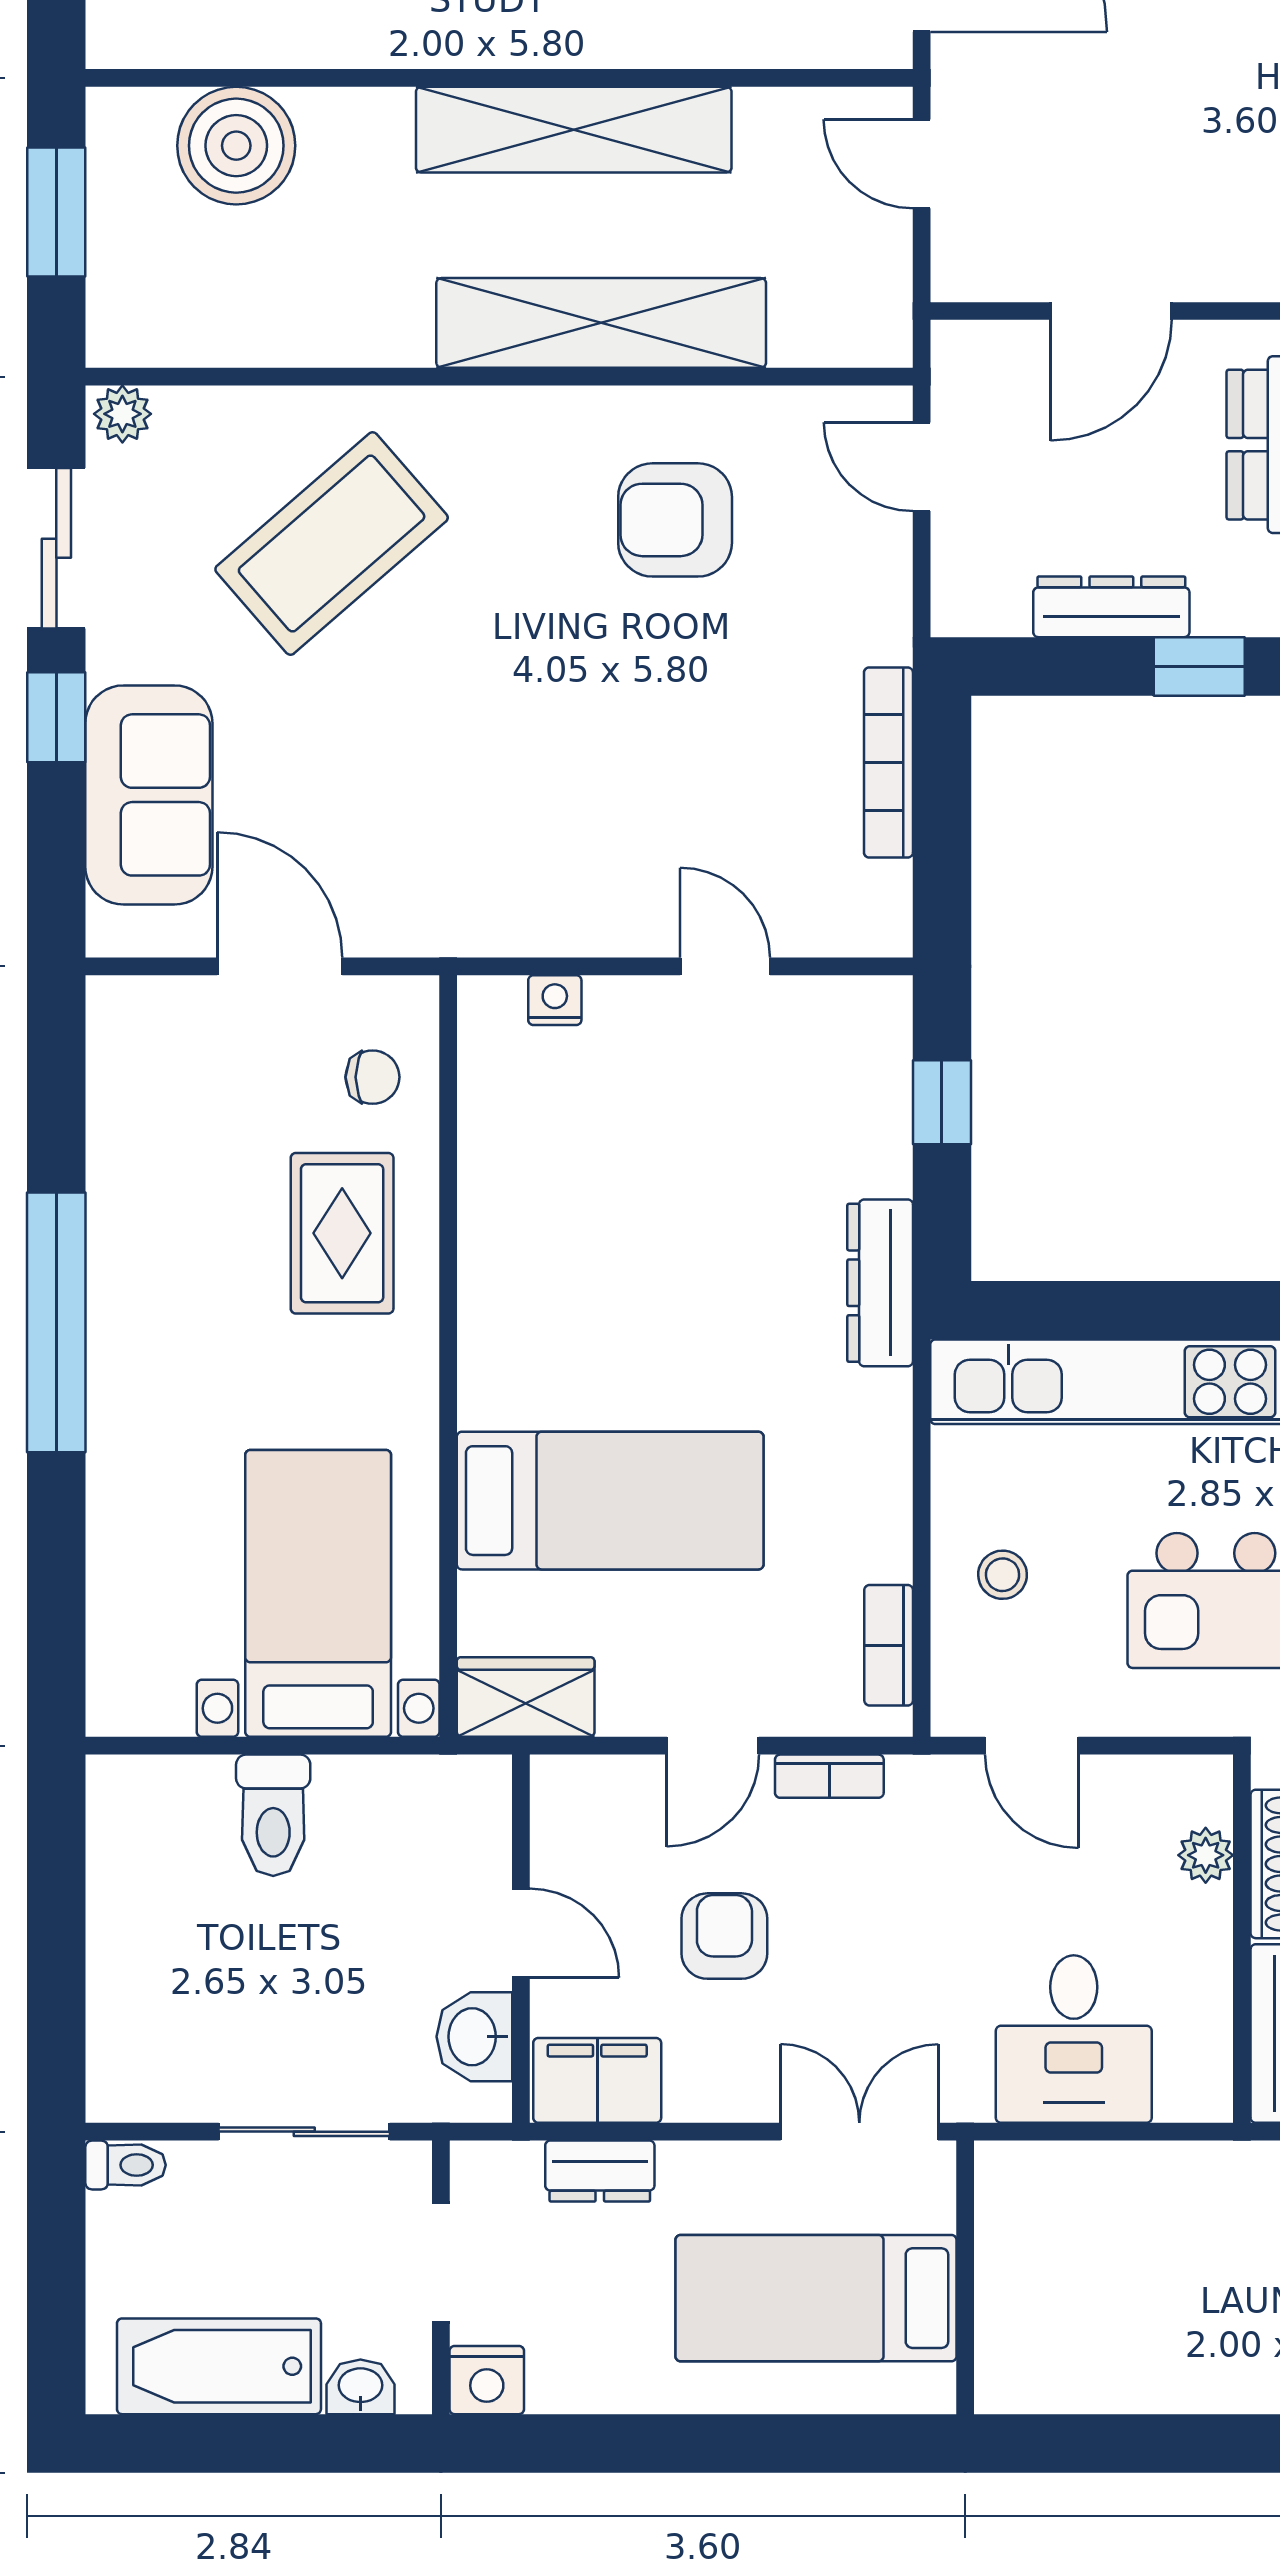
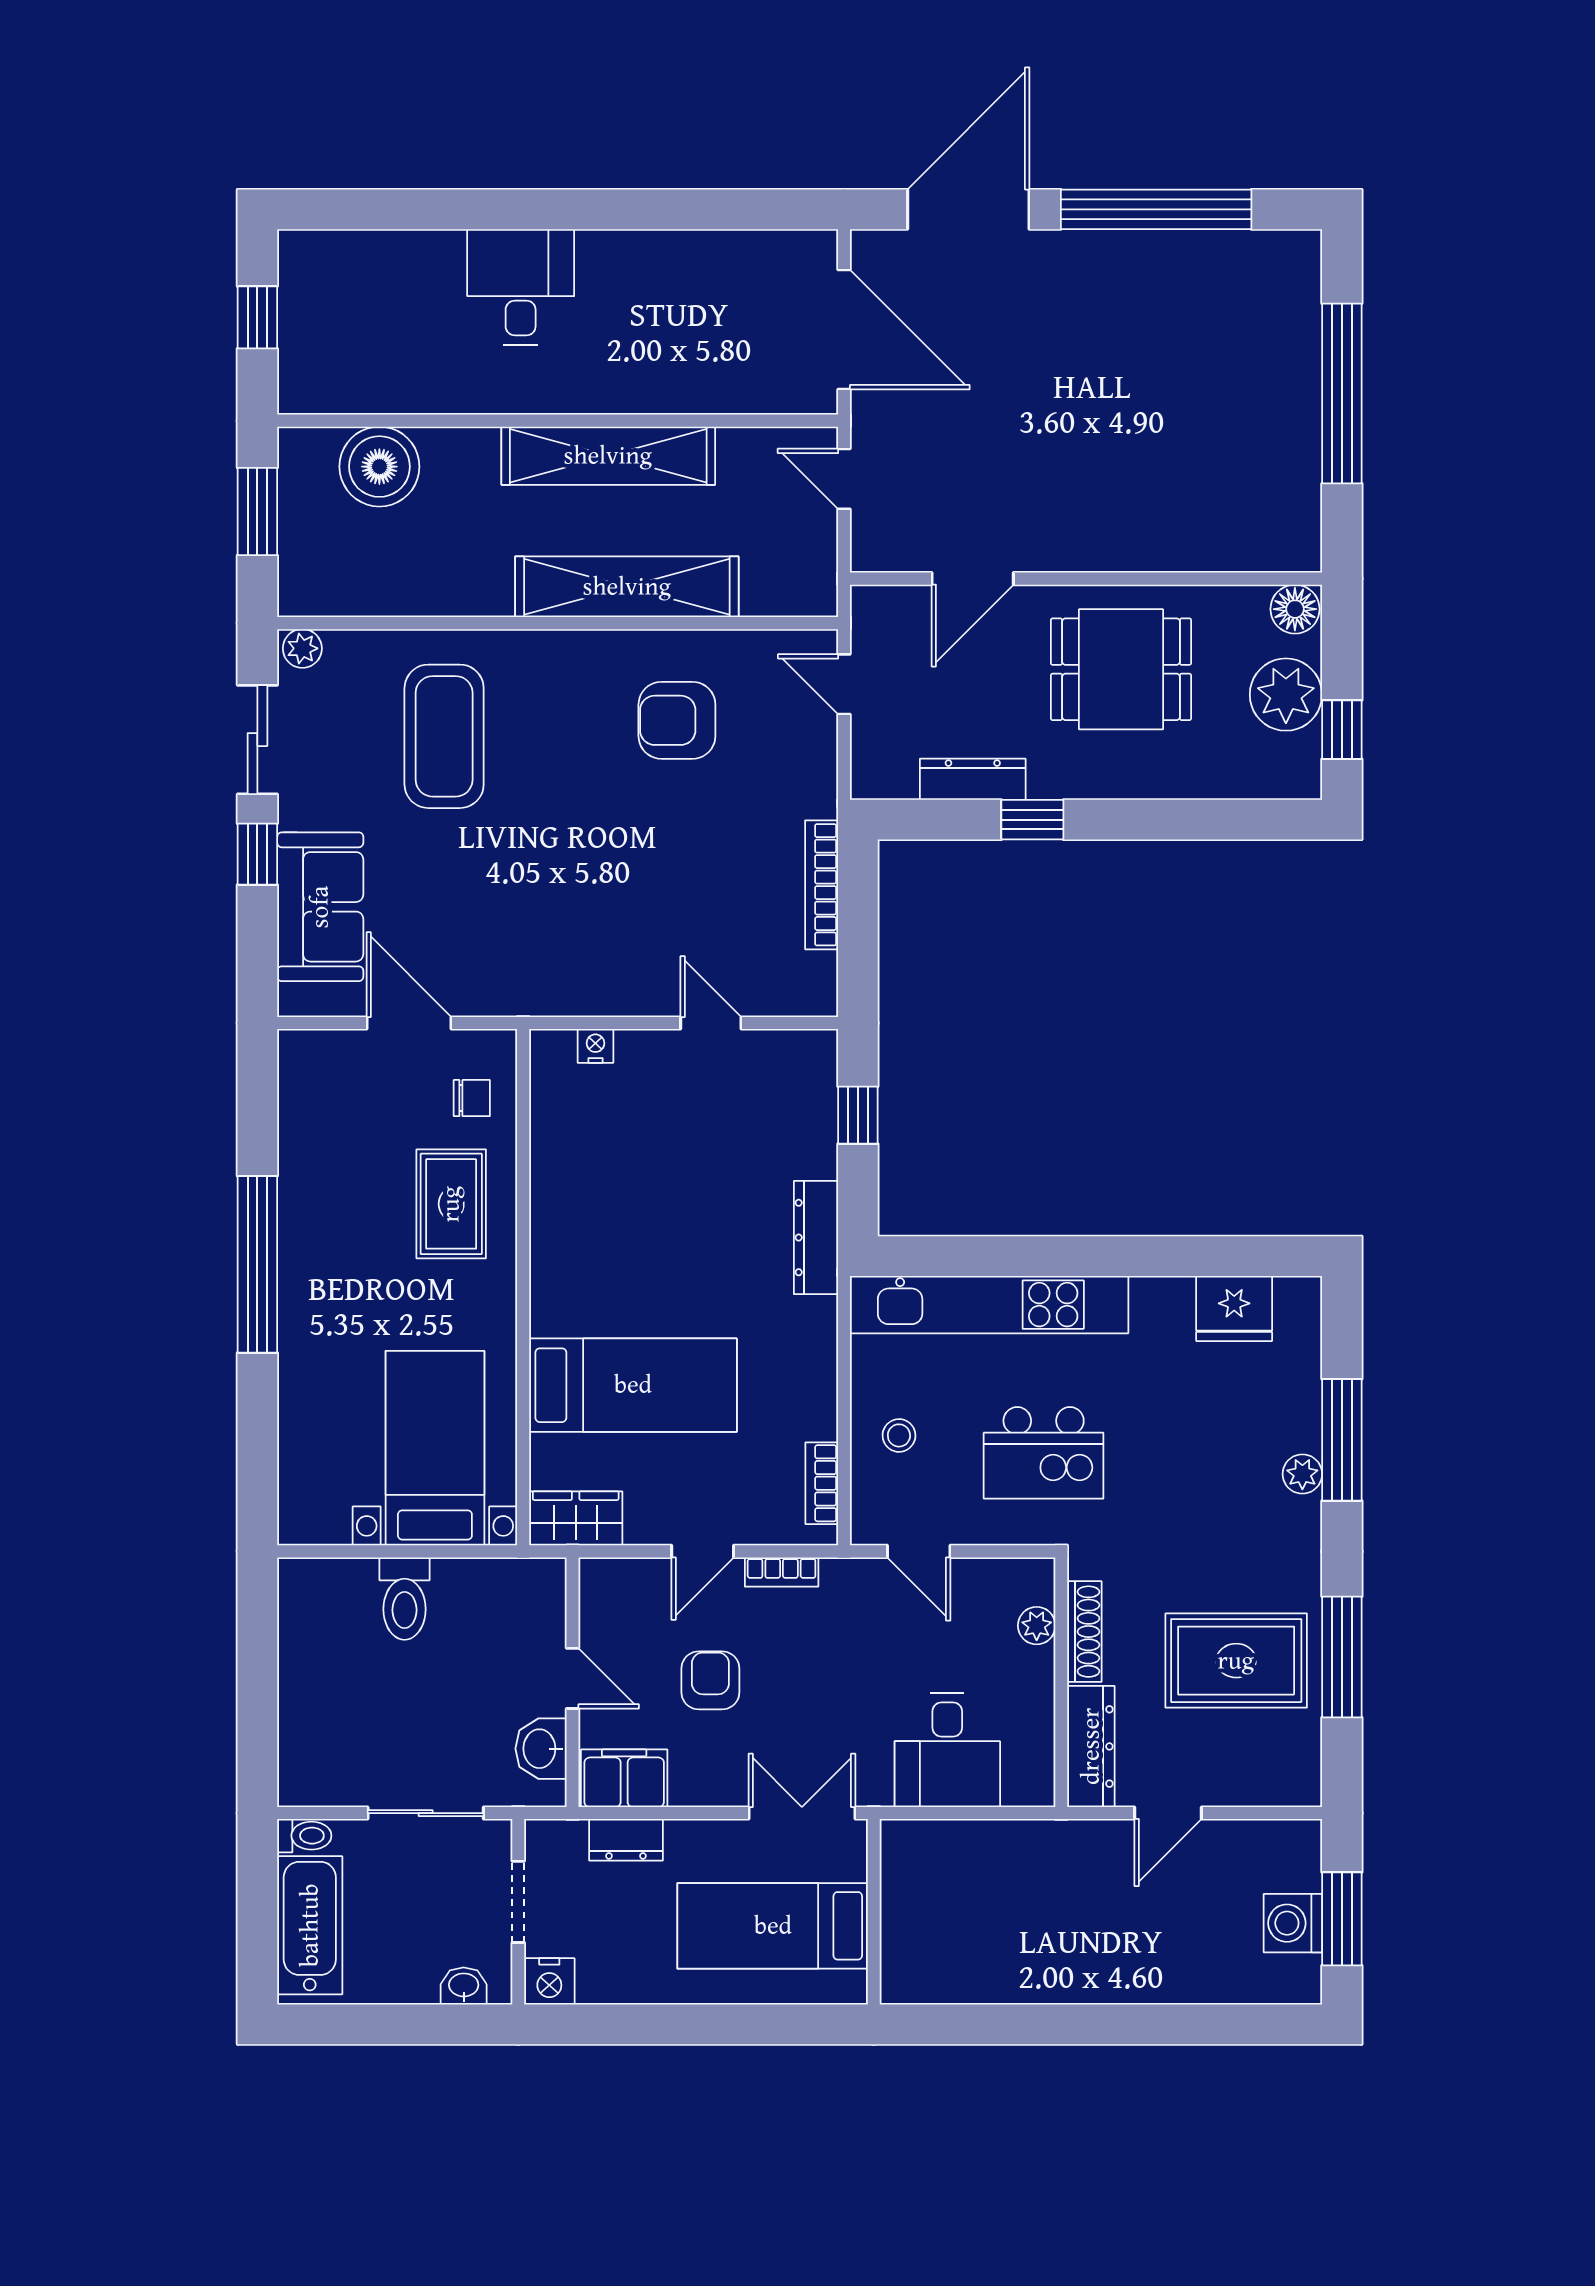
coffee table: (332, 543) -> (444, 736), turned -49
bathtub: (219, 2366) -> (310, 1925), moved, turned 90

